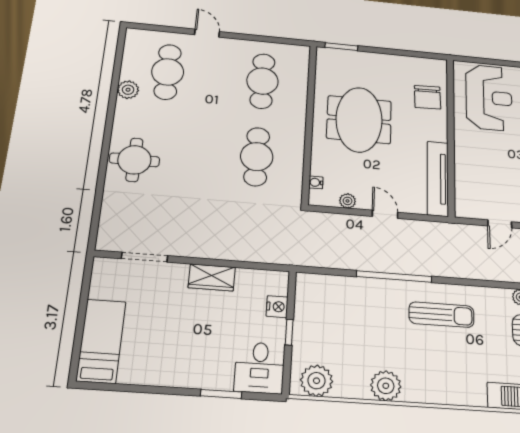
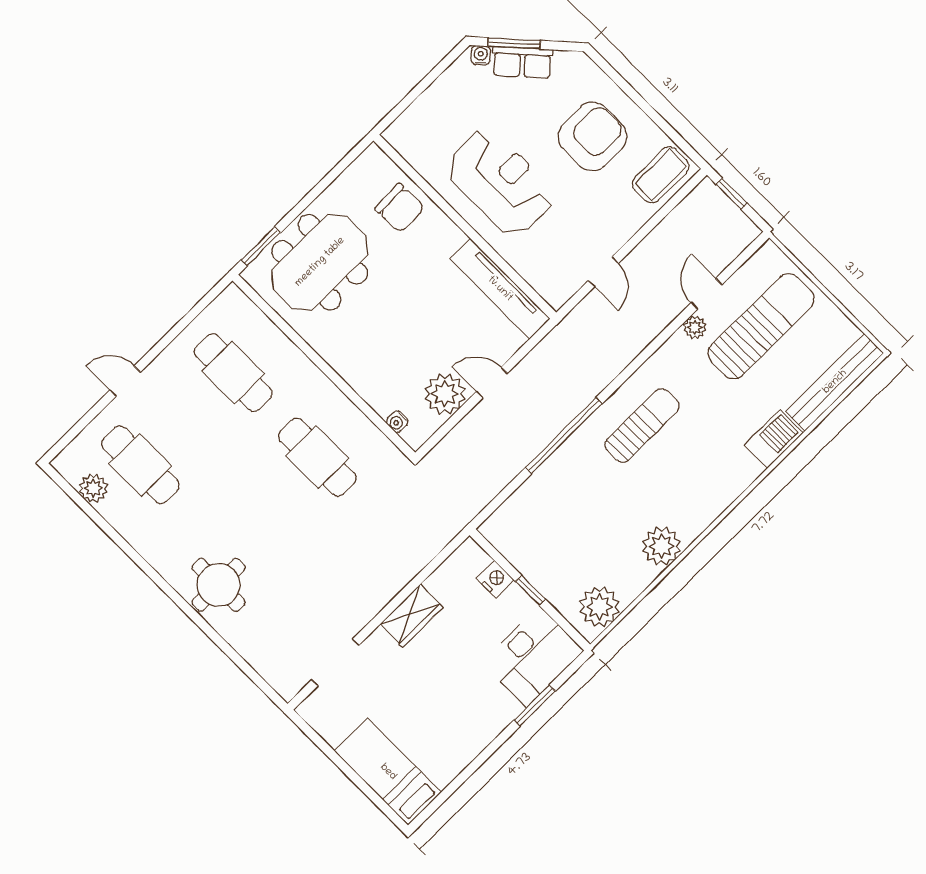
plant: (128, 90) -> (93, 488), moved
reception desk: (489, 98) -> (500, 182), moved
meeting table: (359, 120) -> (320, 262), moved, turned 90
plant: (348, 201) -> (445, 394), width x1.88, depth x1.88
desk: (260, 368) -> (533, 656), width x1.37

